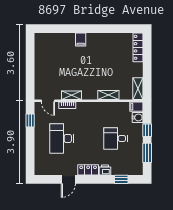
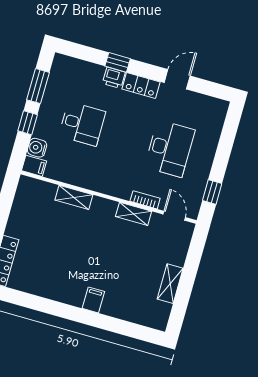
shelving: (138, 89) -> (170, 284), moved
window: (121, 179) -> (118, 62), moved

